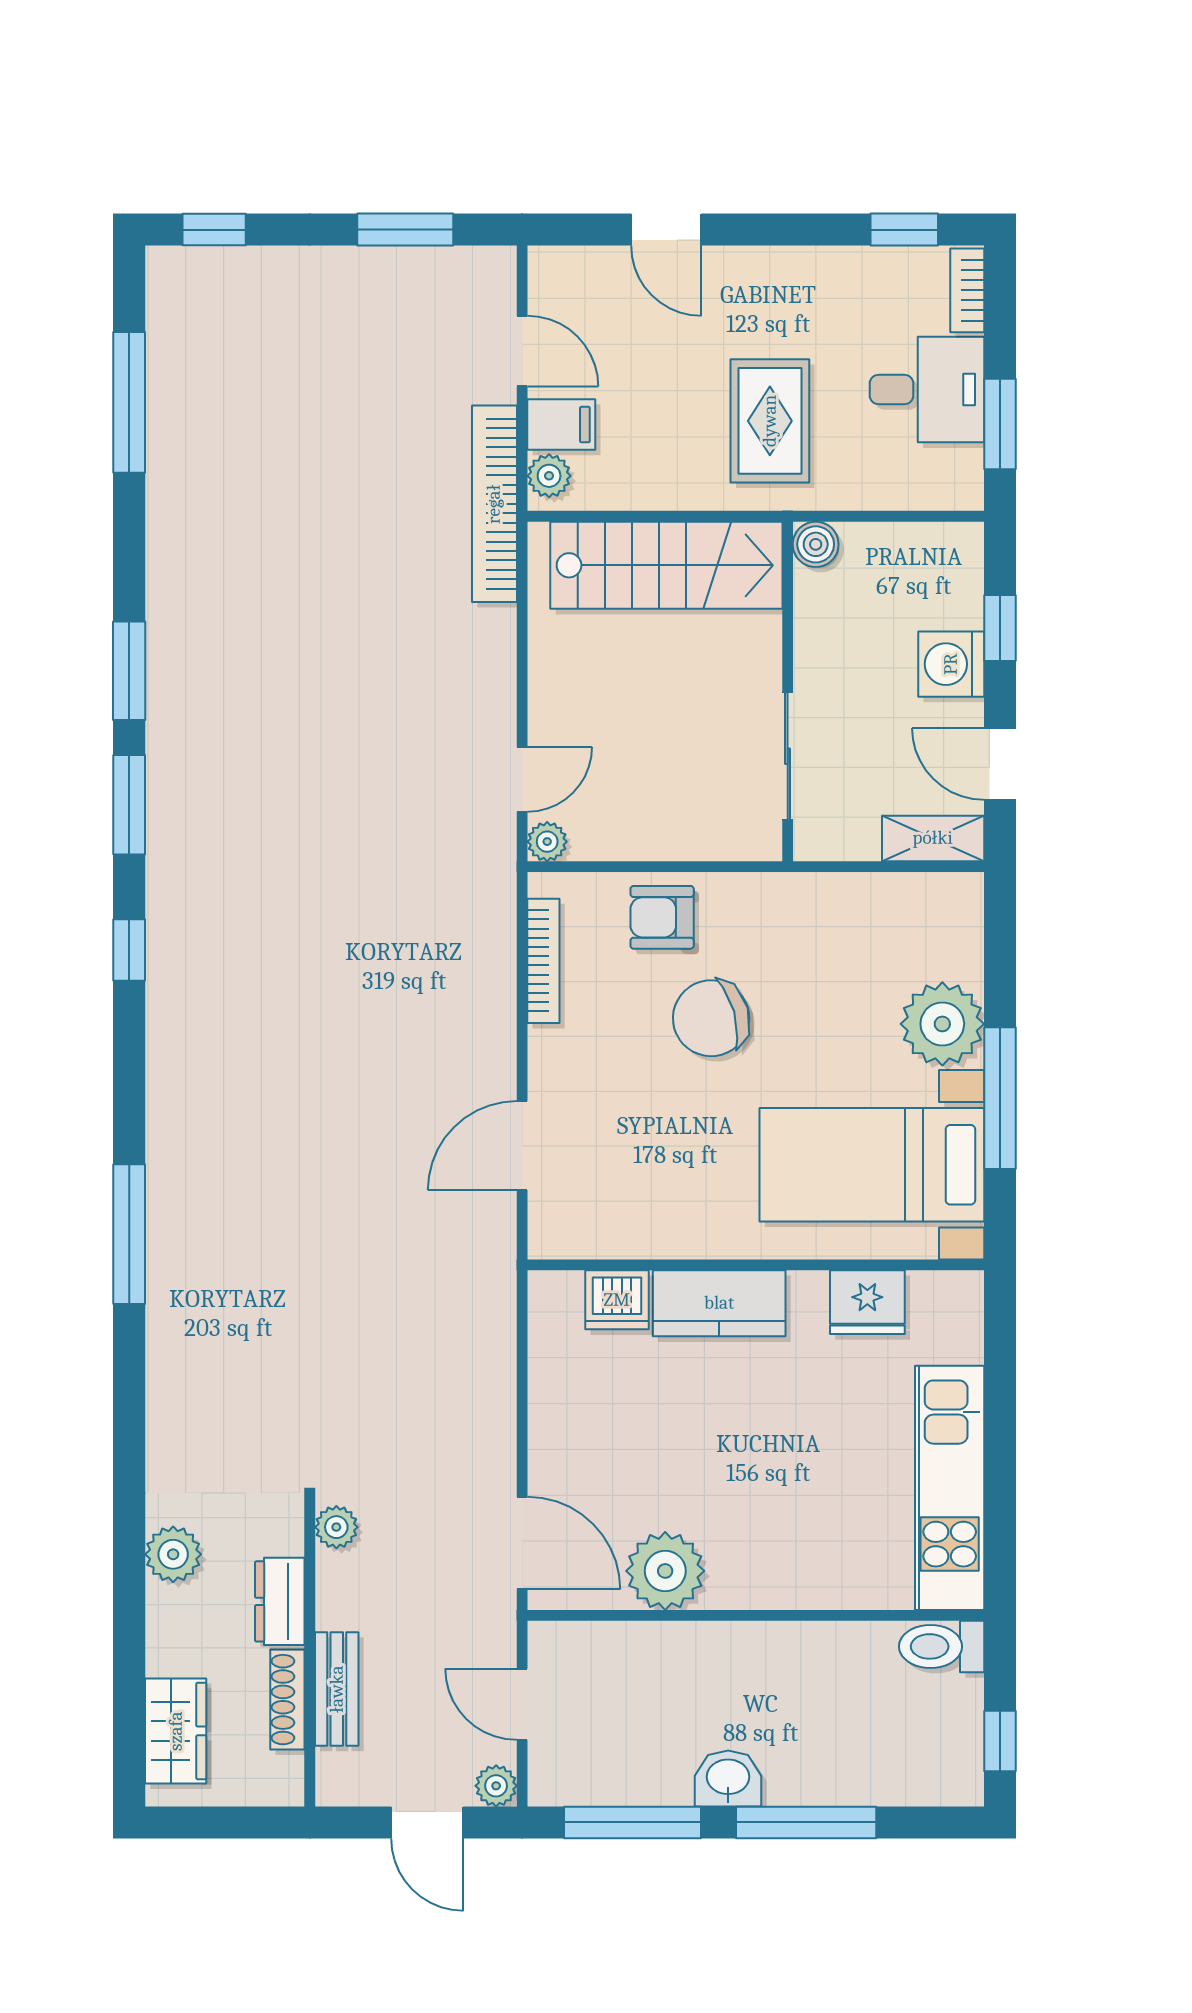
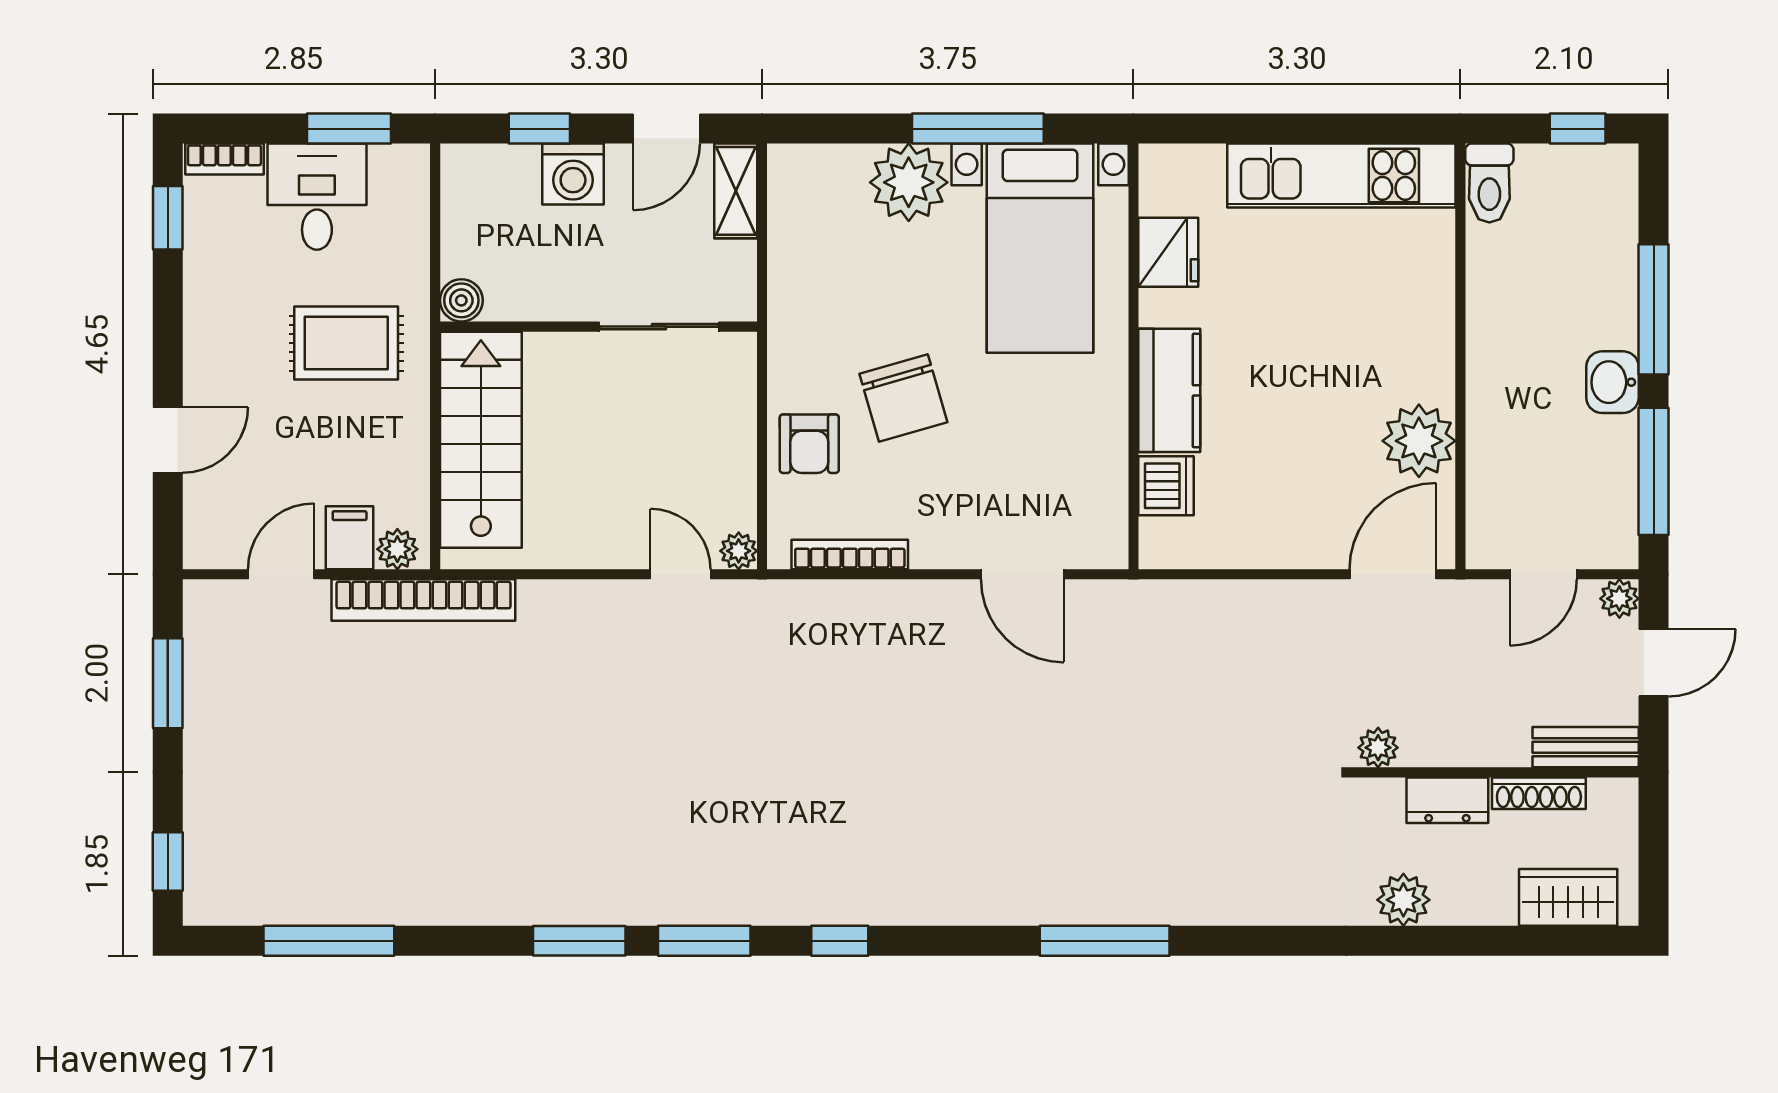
bench: (337, 1689) -> (1586, 747), moved

